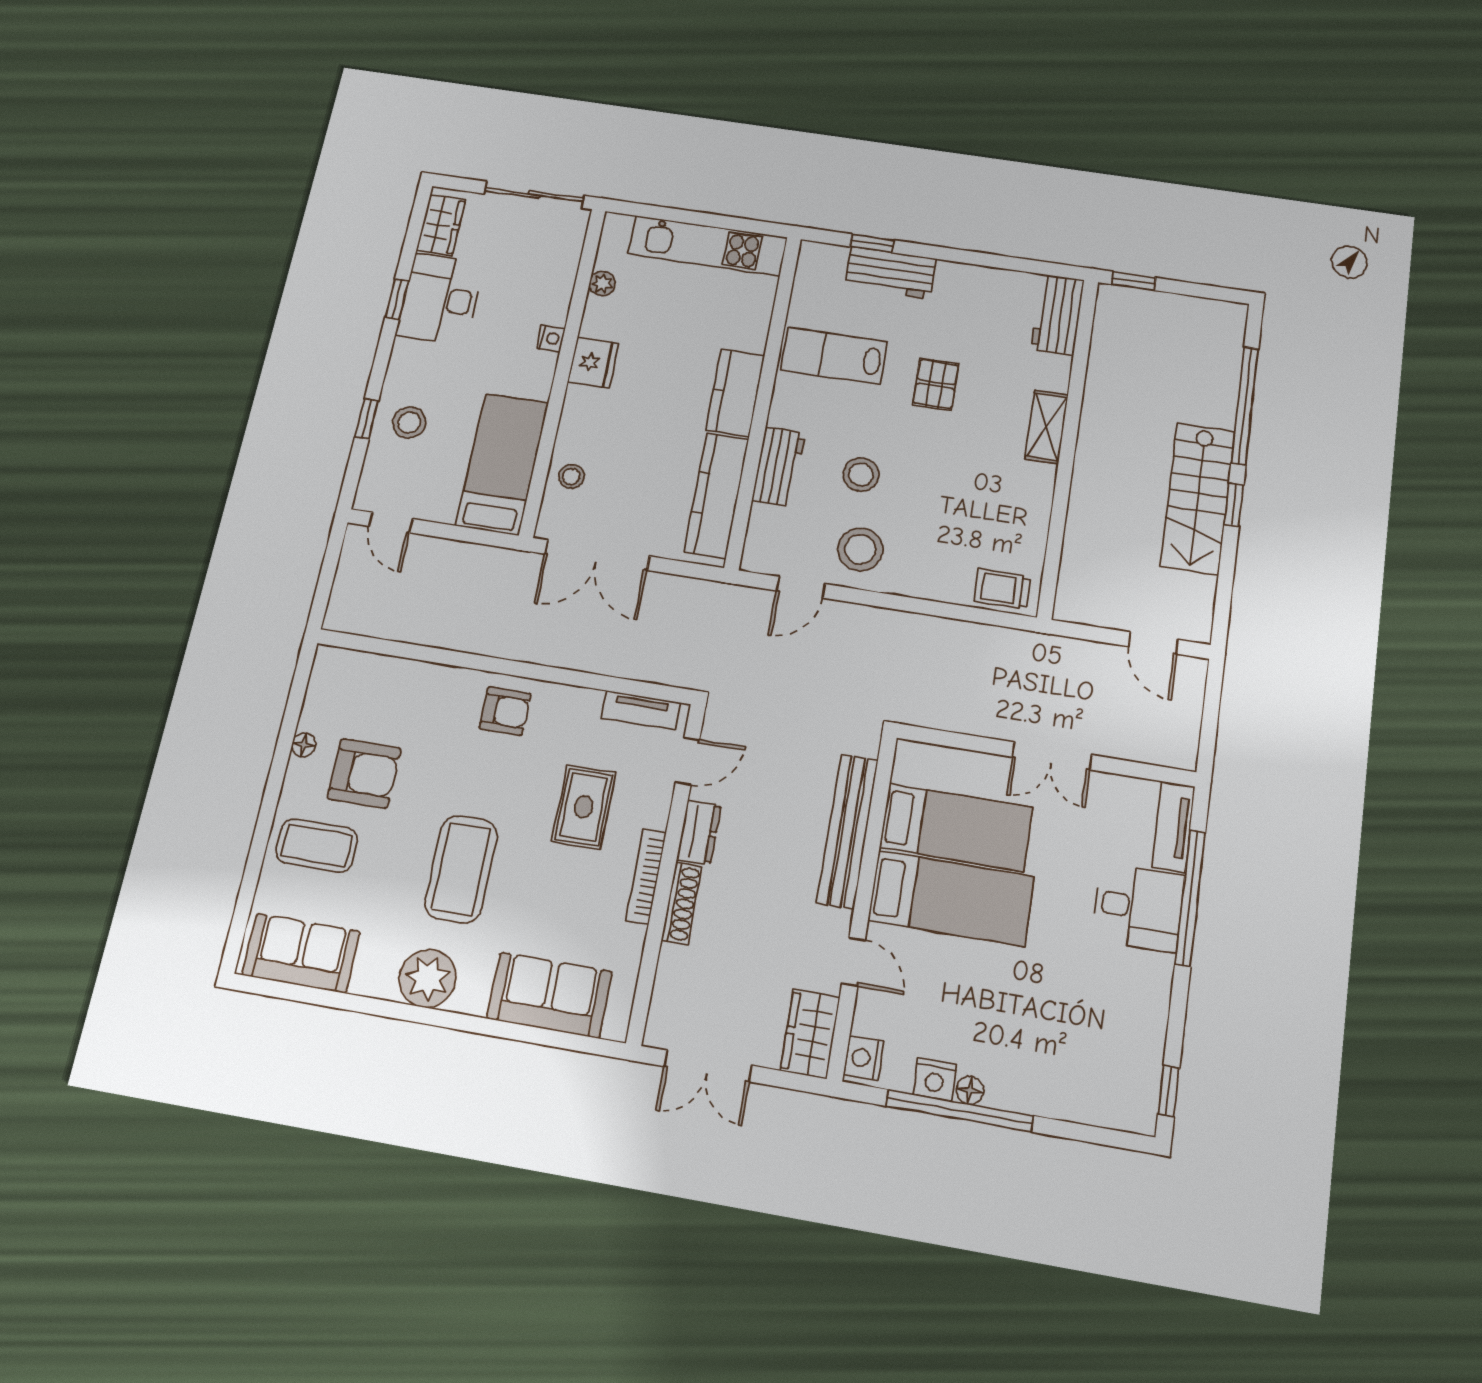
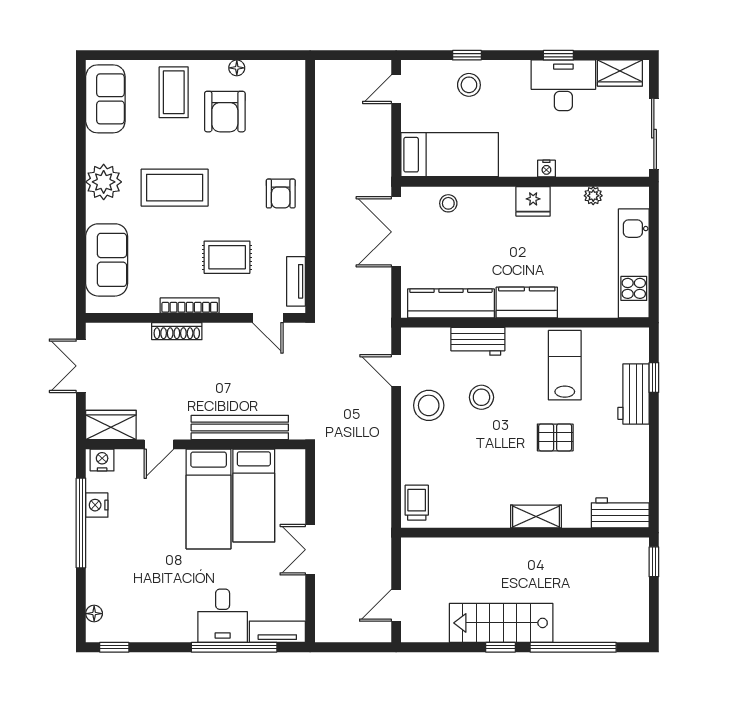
dresser: (699, 832) -> (223, 334), removed
floor lamp: (970, 1090) -> (94, 614), moved

